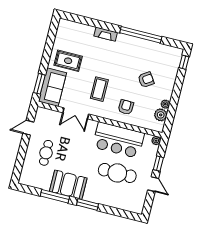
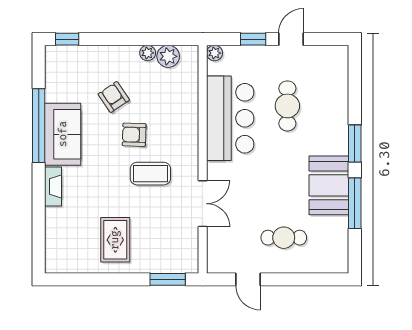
sofa: (52, 87) -> (63, 134), moved, turned 90
armchair: (126, 107) -> (134, 135), moved
cafe table: (117, 173) -> (287, 106), width x0.73, depth x0.74

